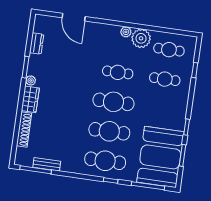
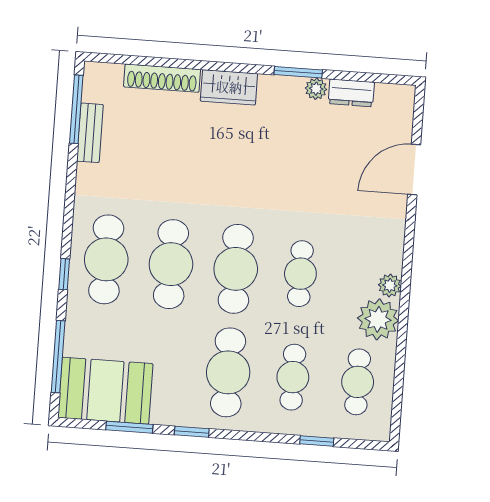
plant: (31, 80) -> (316, 89), moved
cafe table: (161, 109) -> (228, 372), added
booth: (160, 157) -> (105, 391), width x0.73, depth x0.70

